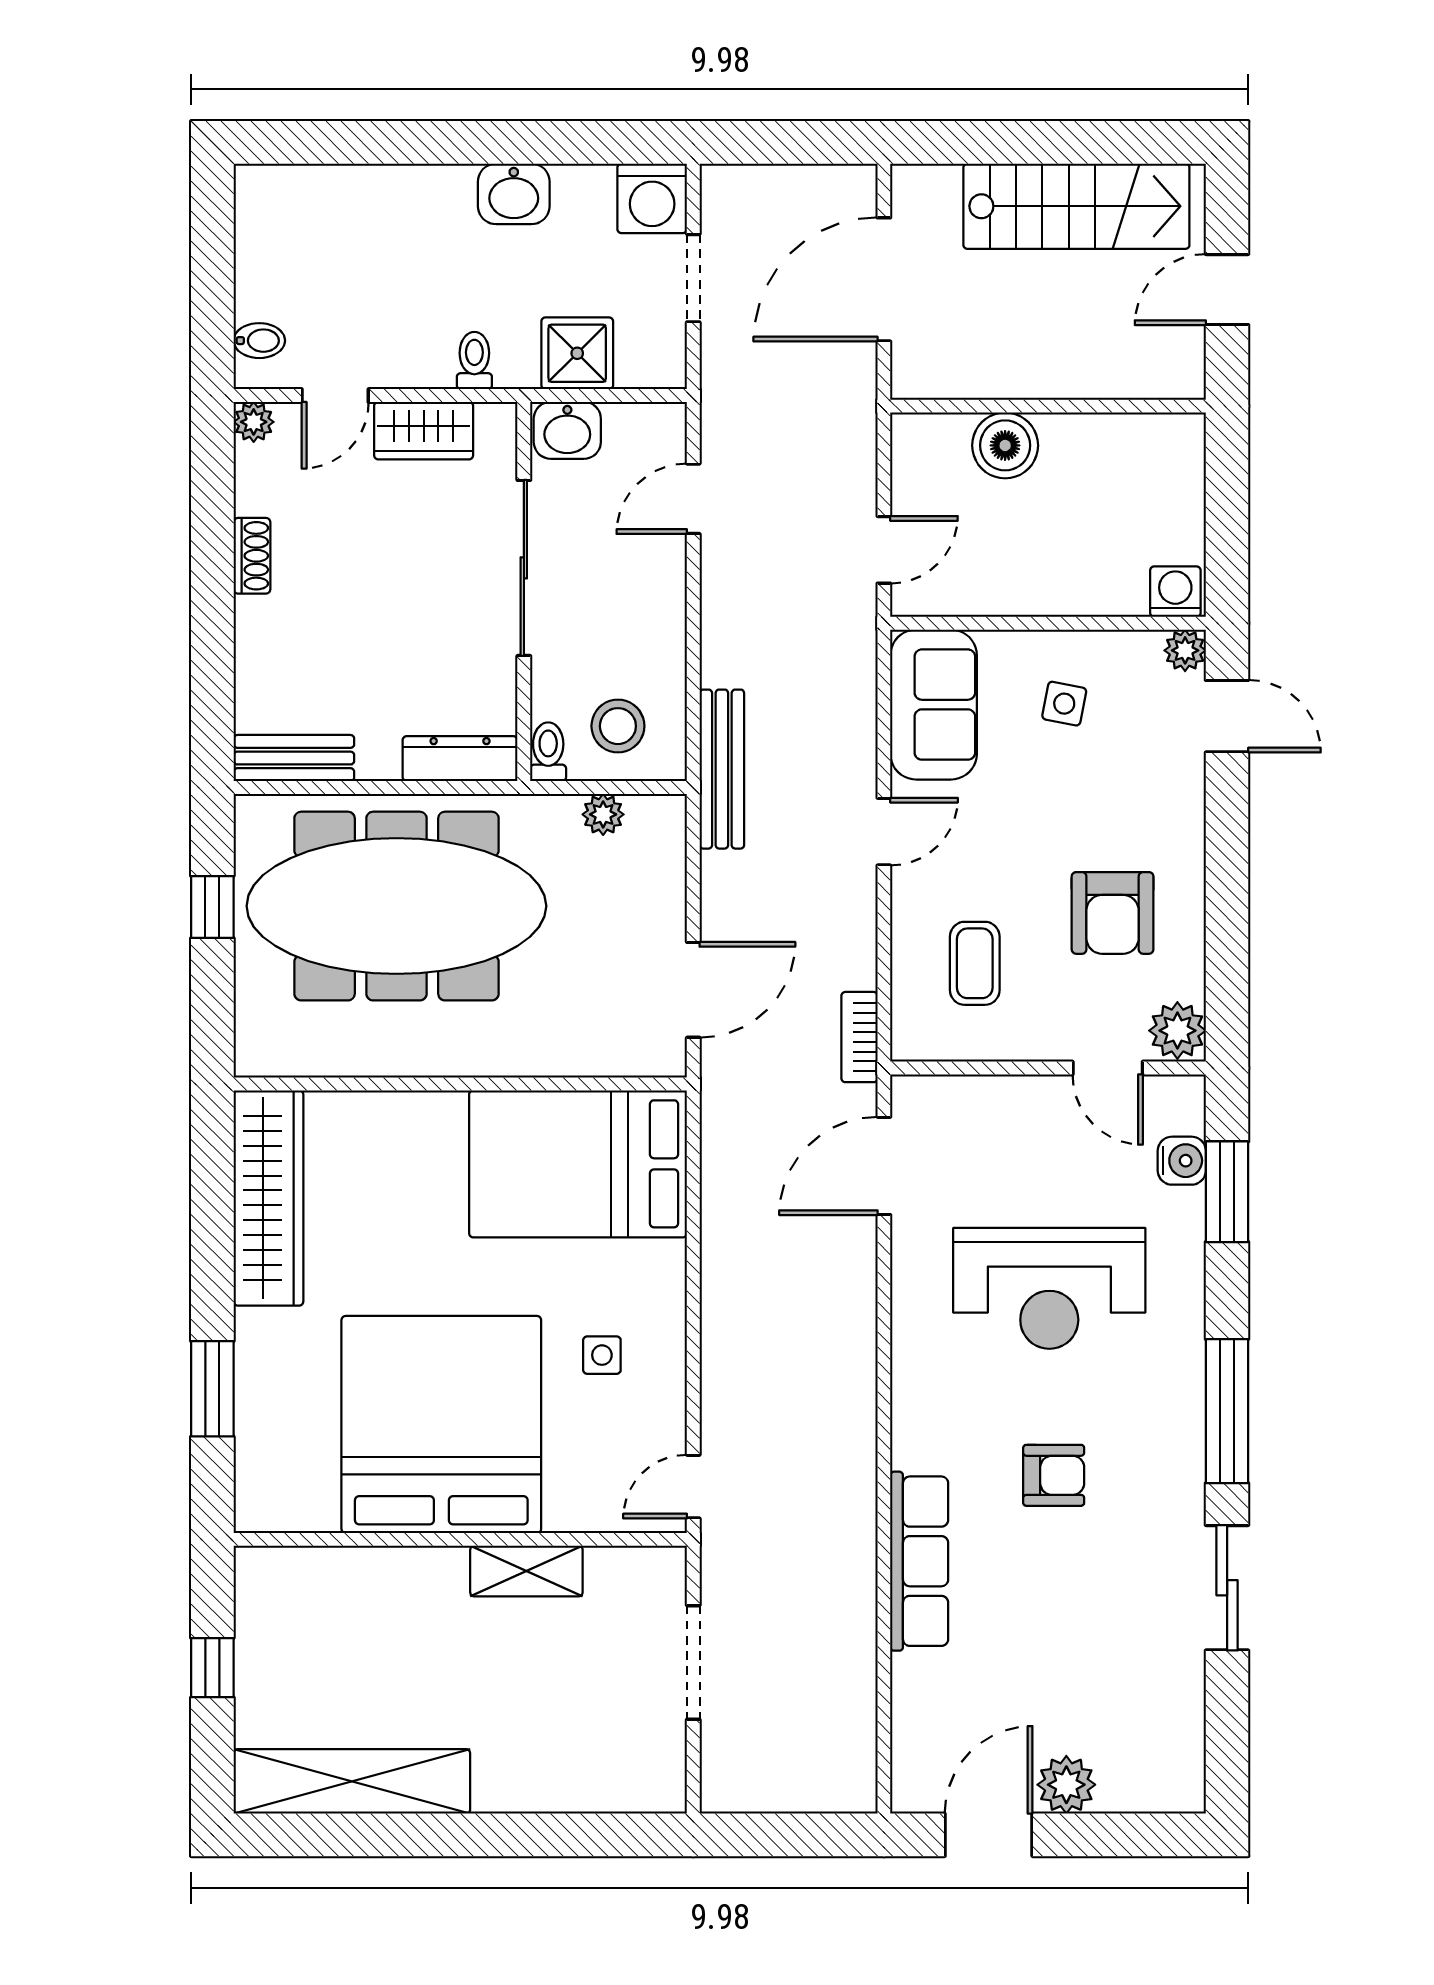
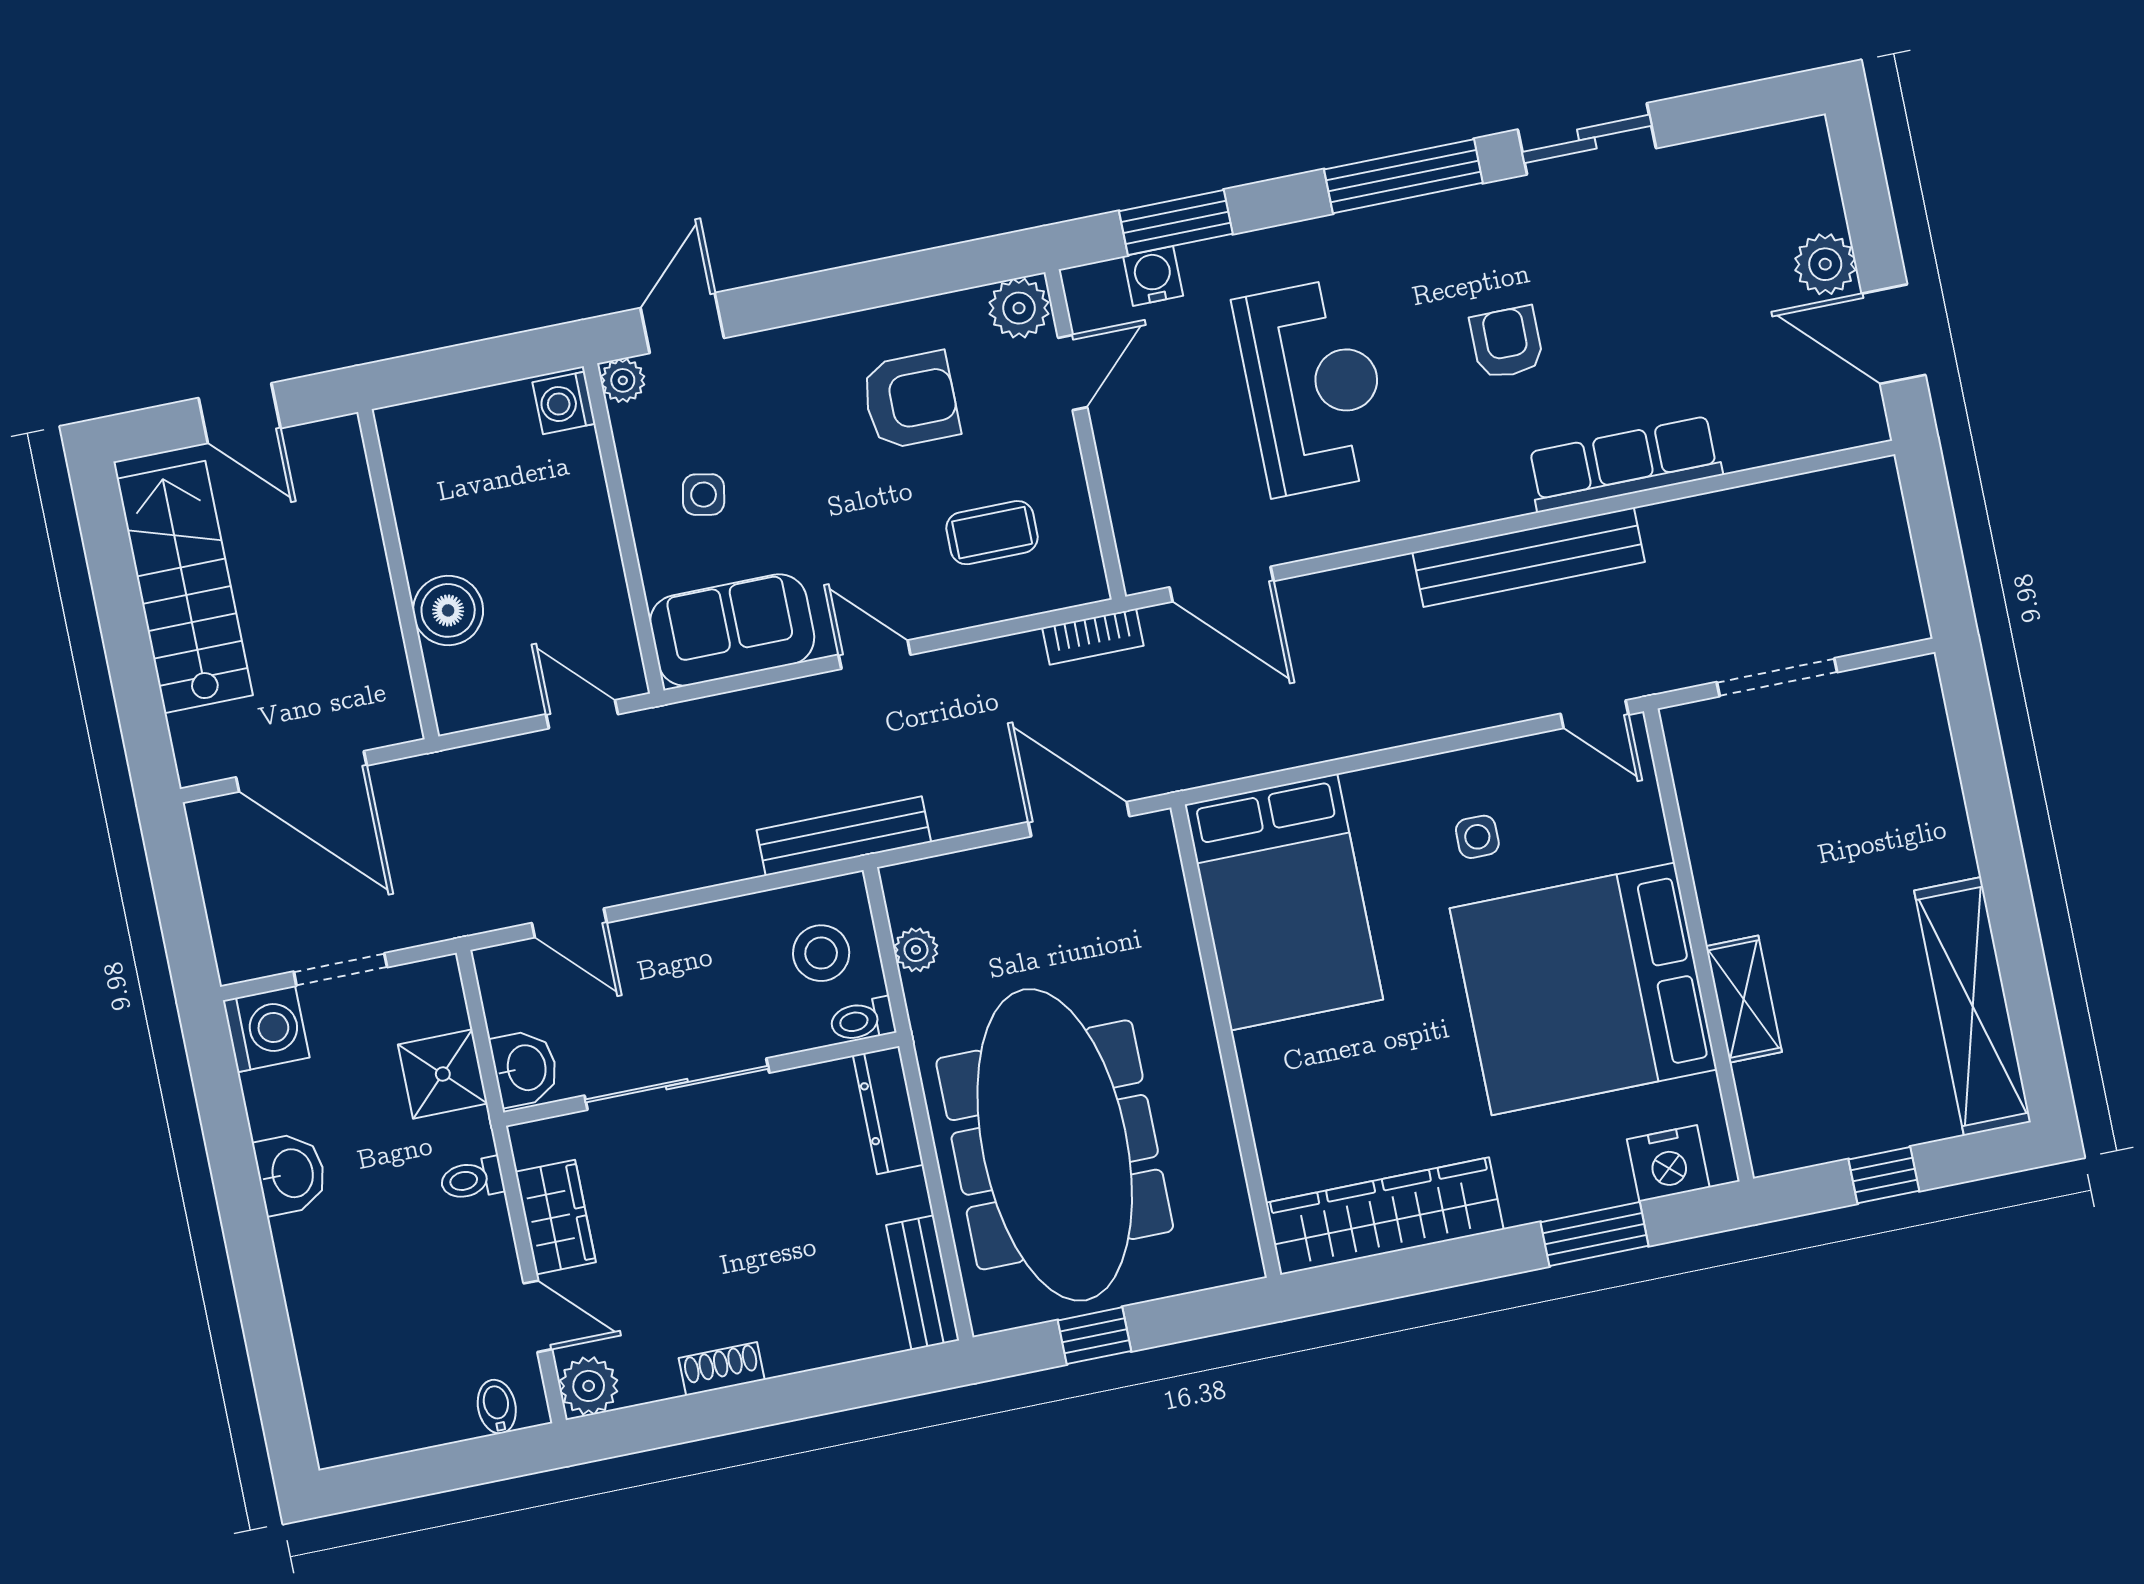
plant: (254, 422) -> (589, 1386), width x1.38, depth x1.38
bench: (851, 1455) -> (1529, 557), added
nightstand: (264, 1470) -> (1668, 1163), added
shelving: (526, 1571) -> (1744, 999), moved

